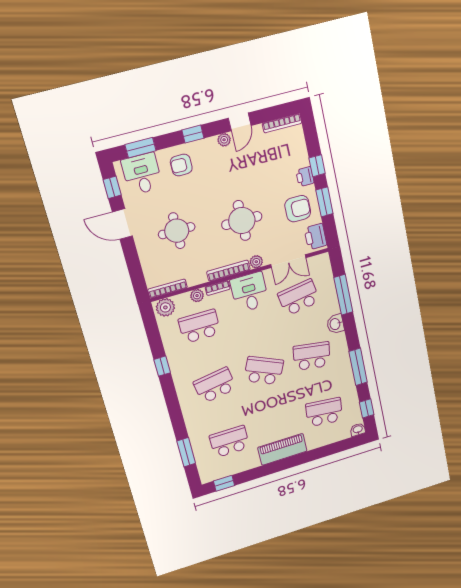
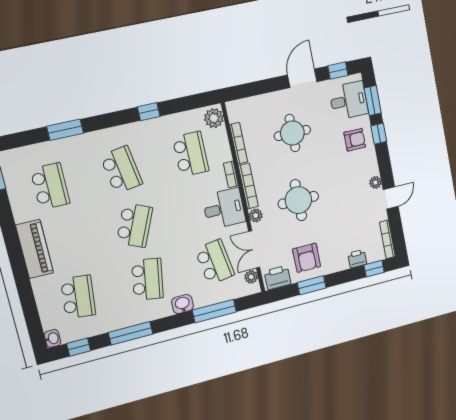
door: (240, 122) -> (391, 198), swing flipped
window: (193, 134) -> (379, 134), moved
armchair: (181, 165) -> (355, 140), turned 90
window: (317, 166) -> (374, 269), moved
printer: (305, 177) -> (357, 259), moved
bookcase: (168, 289) -> (239, 143), moved
plant: (197, 296) -> (251, 277), moved
window: (186, 452) -> (65, 130), moved

